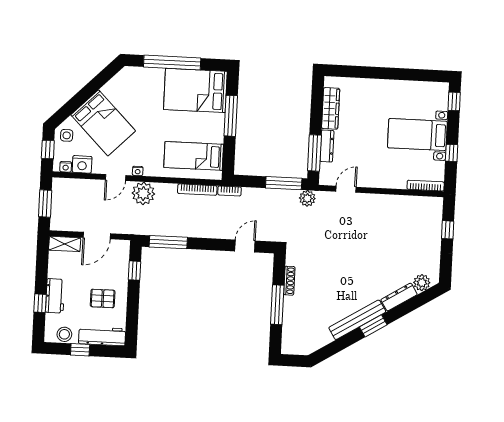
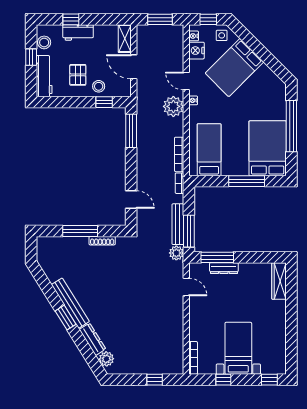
wardrobe: (331, 108) -> (279, 281), moved, turned 90
bench: (275, 195) -> (178, 224), added
stool: (117, 276) -> (99, 86), added

